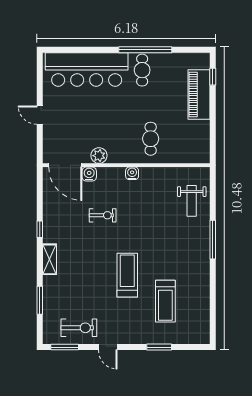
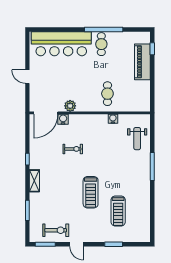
door: (65, 165) -> (46, 113), hinge flipped
water cooler: (132, 173) -> (113, 119), moved
treadmill: (127, 275) -> (91, 192), turned 180

